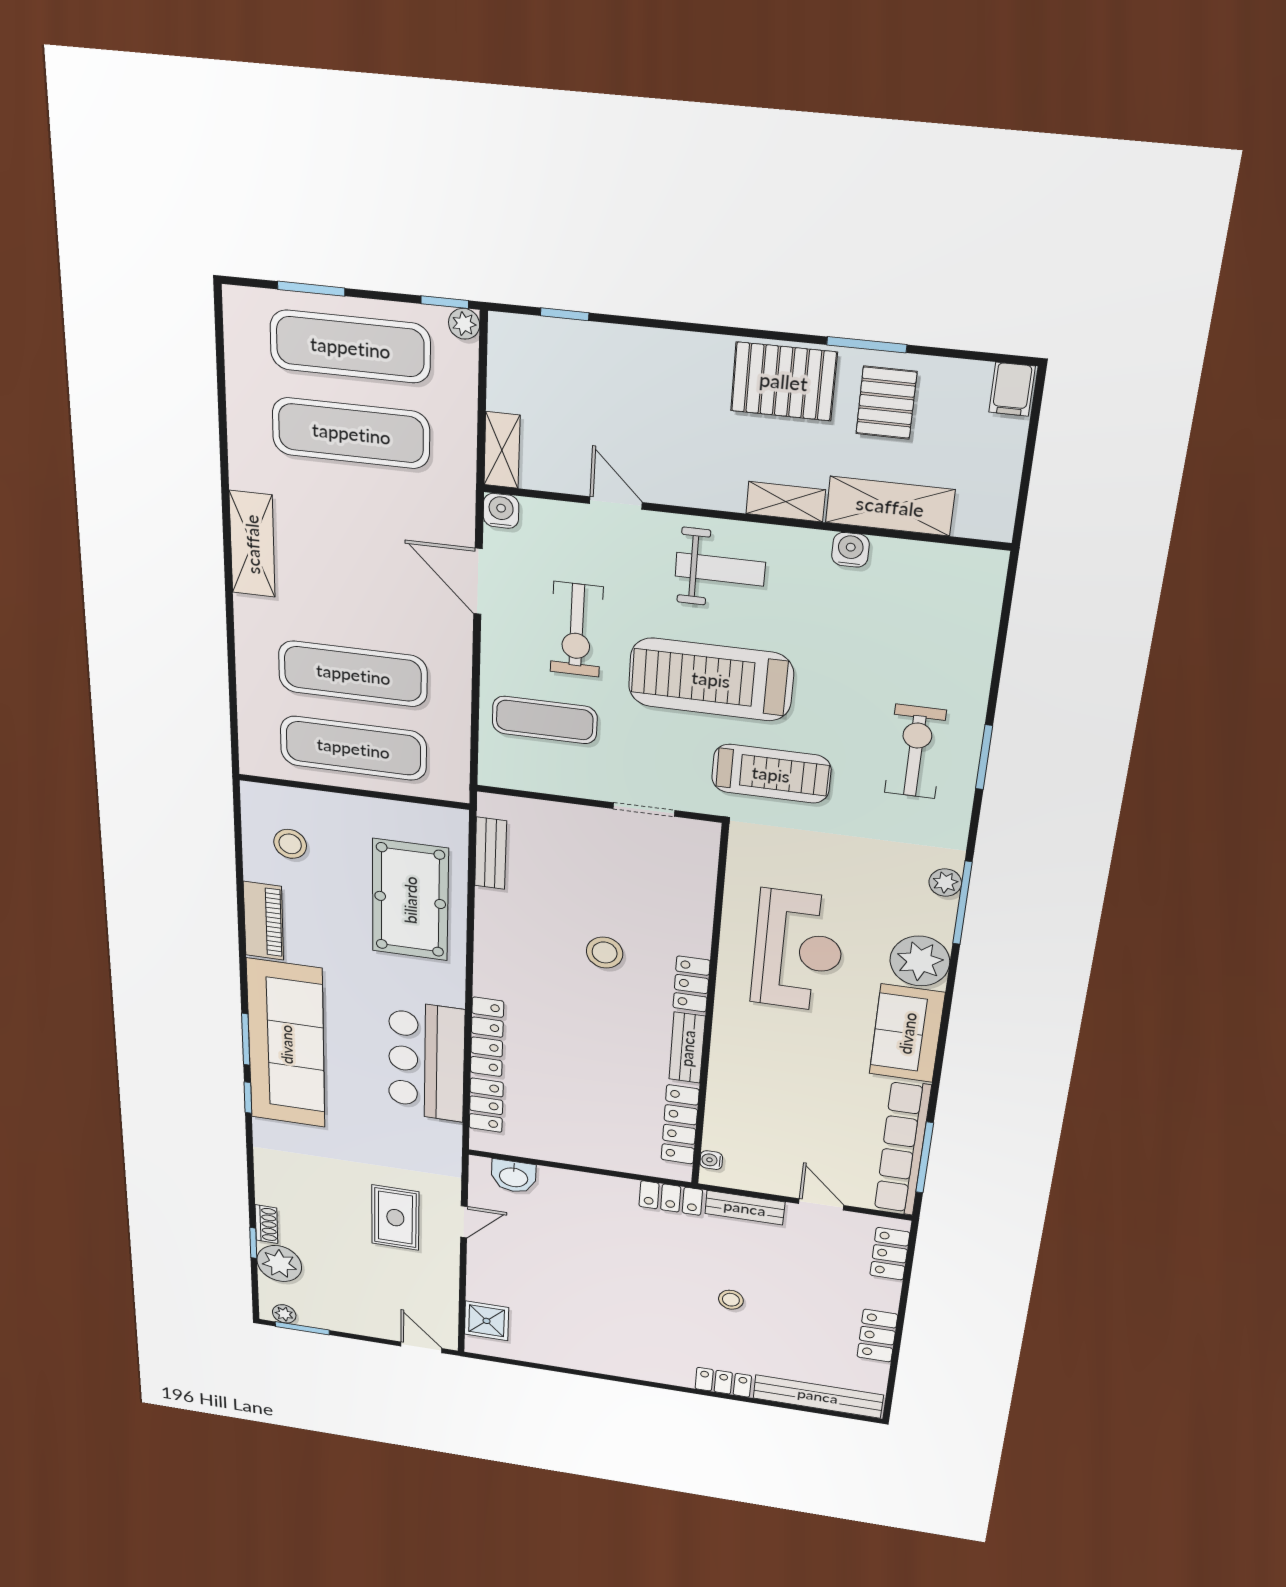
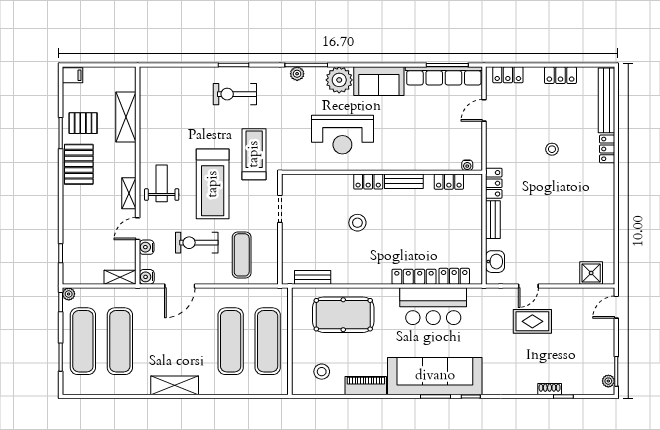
shelving: (786, 502) -> (129, 193), moved
water cooler: (850, 550) -> (147, 247), moved
exercise bike: (577, 630) -> (197, 243), turned 180
reception desk: (798, 951) -> (342, 135), turned 180
locker: (680, 1125) -> (449, 182), width x0.66
bench: (745, 1208) -> (493, 220), moved
door: (464, 1222) -> (528, 286), swing flipped
plant: (279, 1264) -> (574, 383), removed

